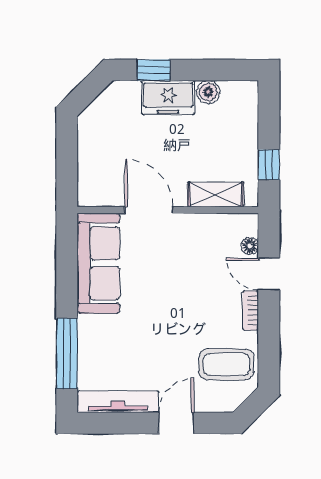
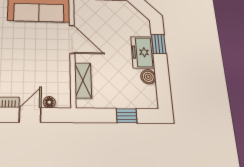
window: (269, 165) -> (127, 116), moved
door: (149, 210) -> (72, 39), hinge flipped

